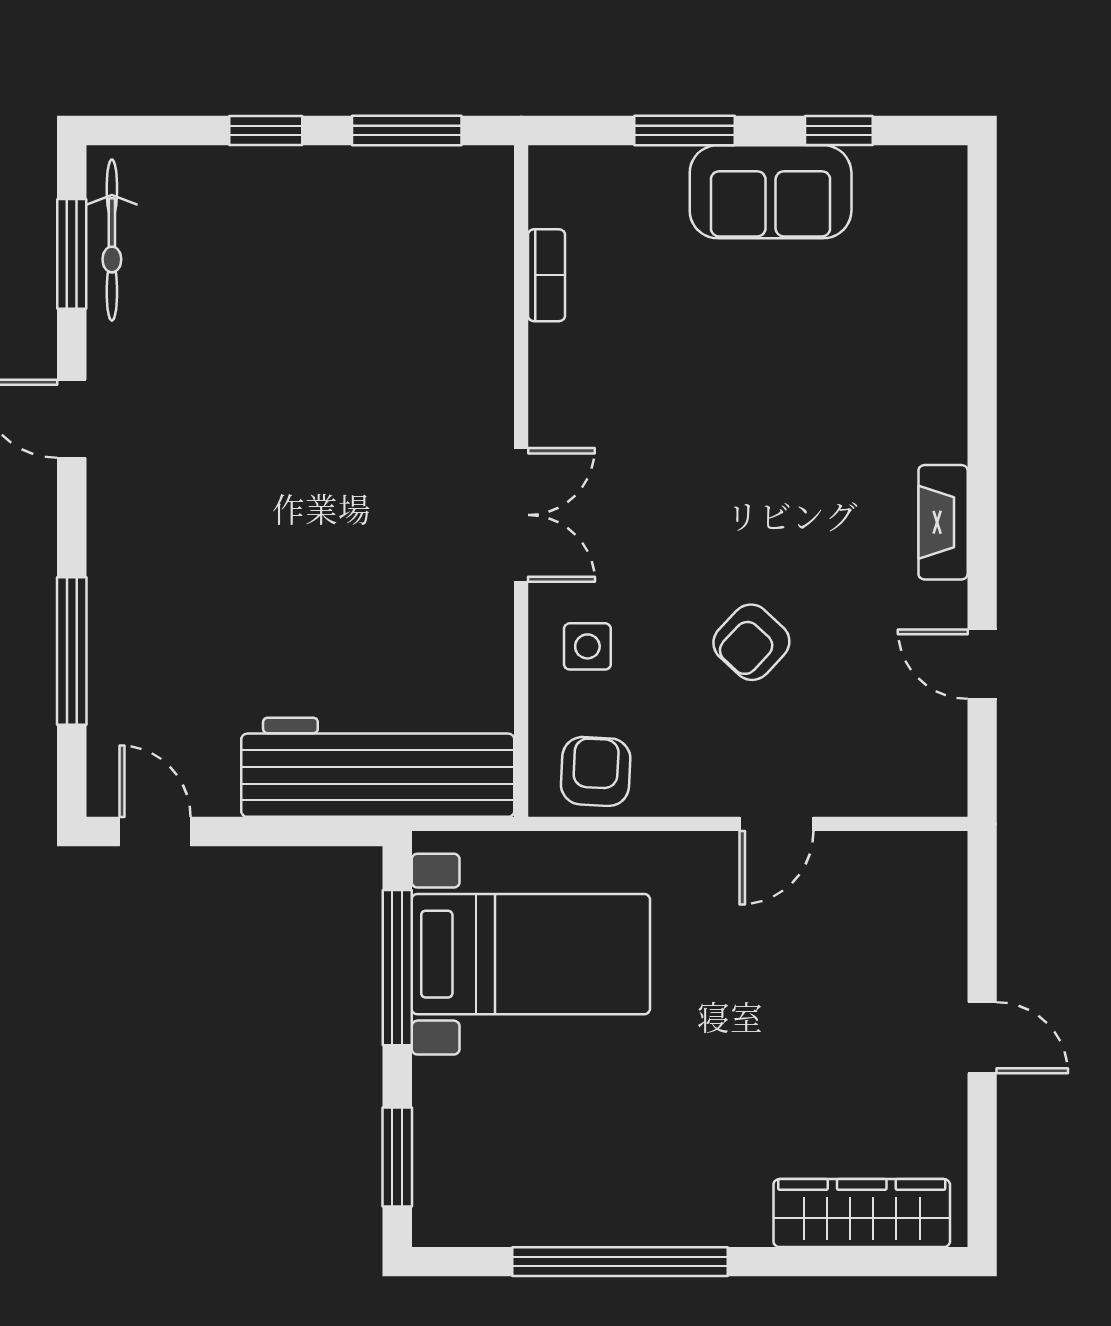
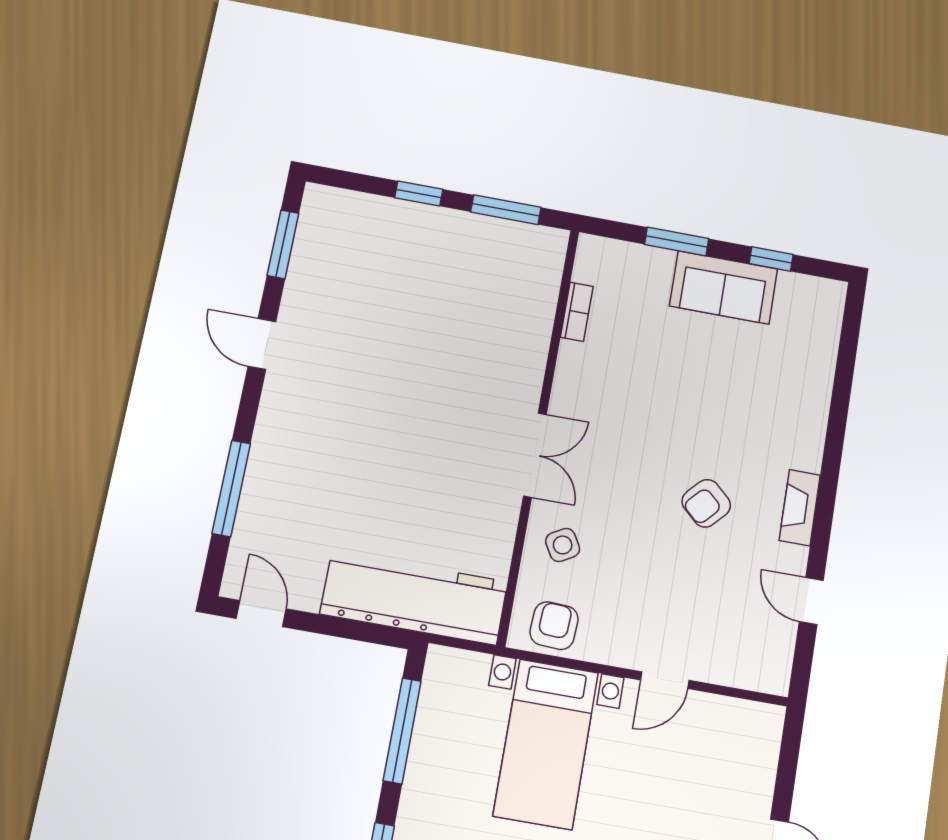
bicycle: (112, 240) -> (310, 241), removed
armchair: (751, 642) -> (706, 503), moved
side table: (587, 646) -> (563, 545), turned -30
bed with nightstands: (531, 954) -> (546, 744), moved, turned 90

